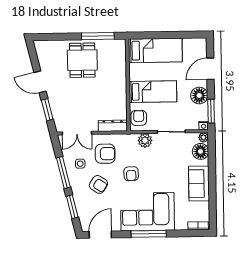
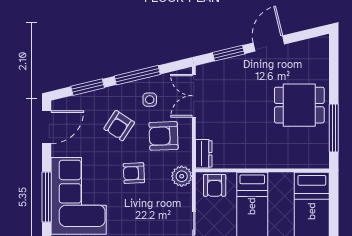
armchair: (139, 118) -> (215, 185), turned 90
dresser: (113, 126) -> (204, 154), width x0.70
plant: (145, 140) -> (182, 176), moved
armchair: (105, 154) -> (164, 136), turned 88
door: (100, 235) -> (47, 127), hinge flipped

